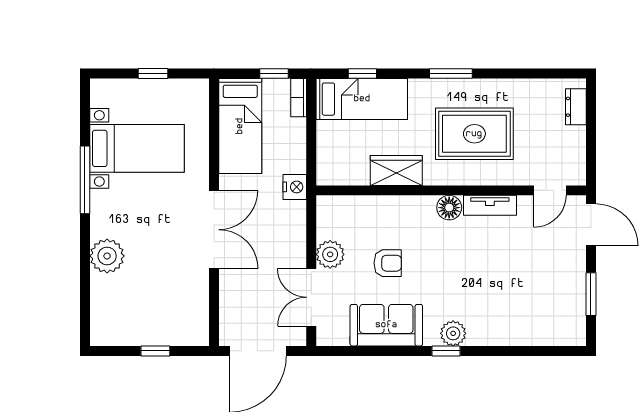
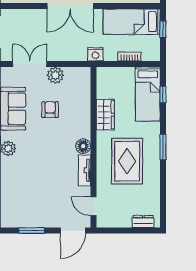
window: (274, 74) -> (163, 29), moved
bookcase: (299, 98) -> (130, 57), moved
armchair: (388, 263) -> (50, 110), turned 180

